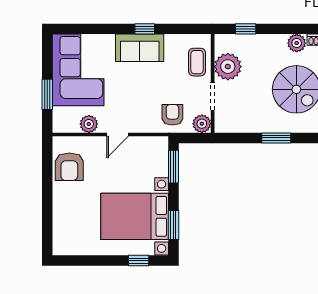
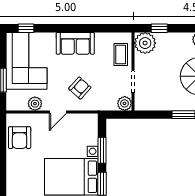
window: (145, 29) -> (26, 28), moved
plant: (228, 67) -> (145, 43), moved
armchair: (172, 115) -> (80, 88), moved, turned 42
window: (173, 167) -> (102, 150), moved

